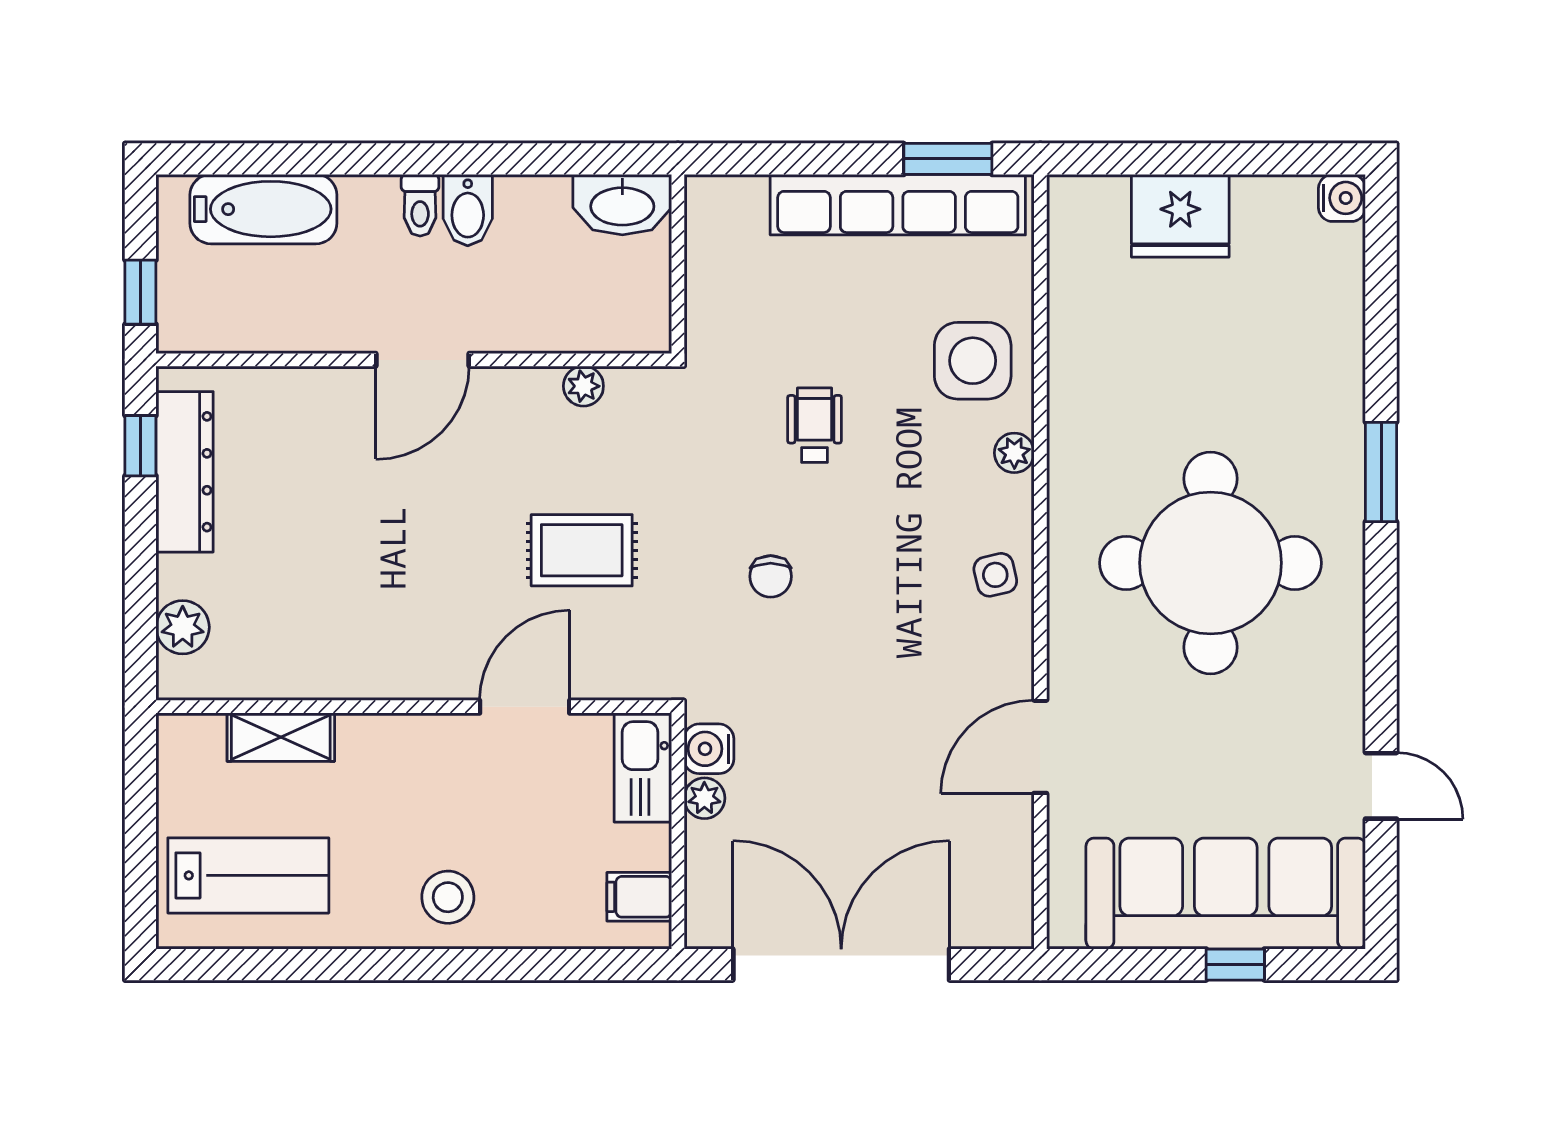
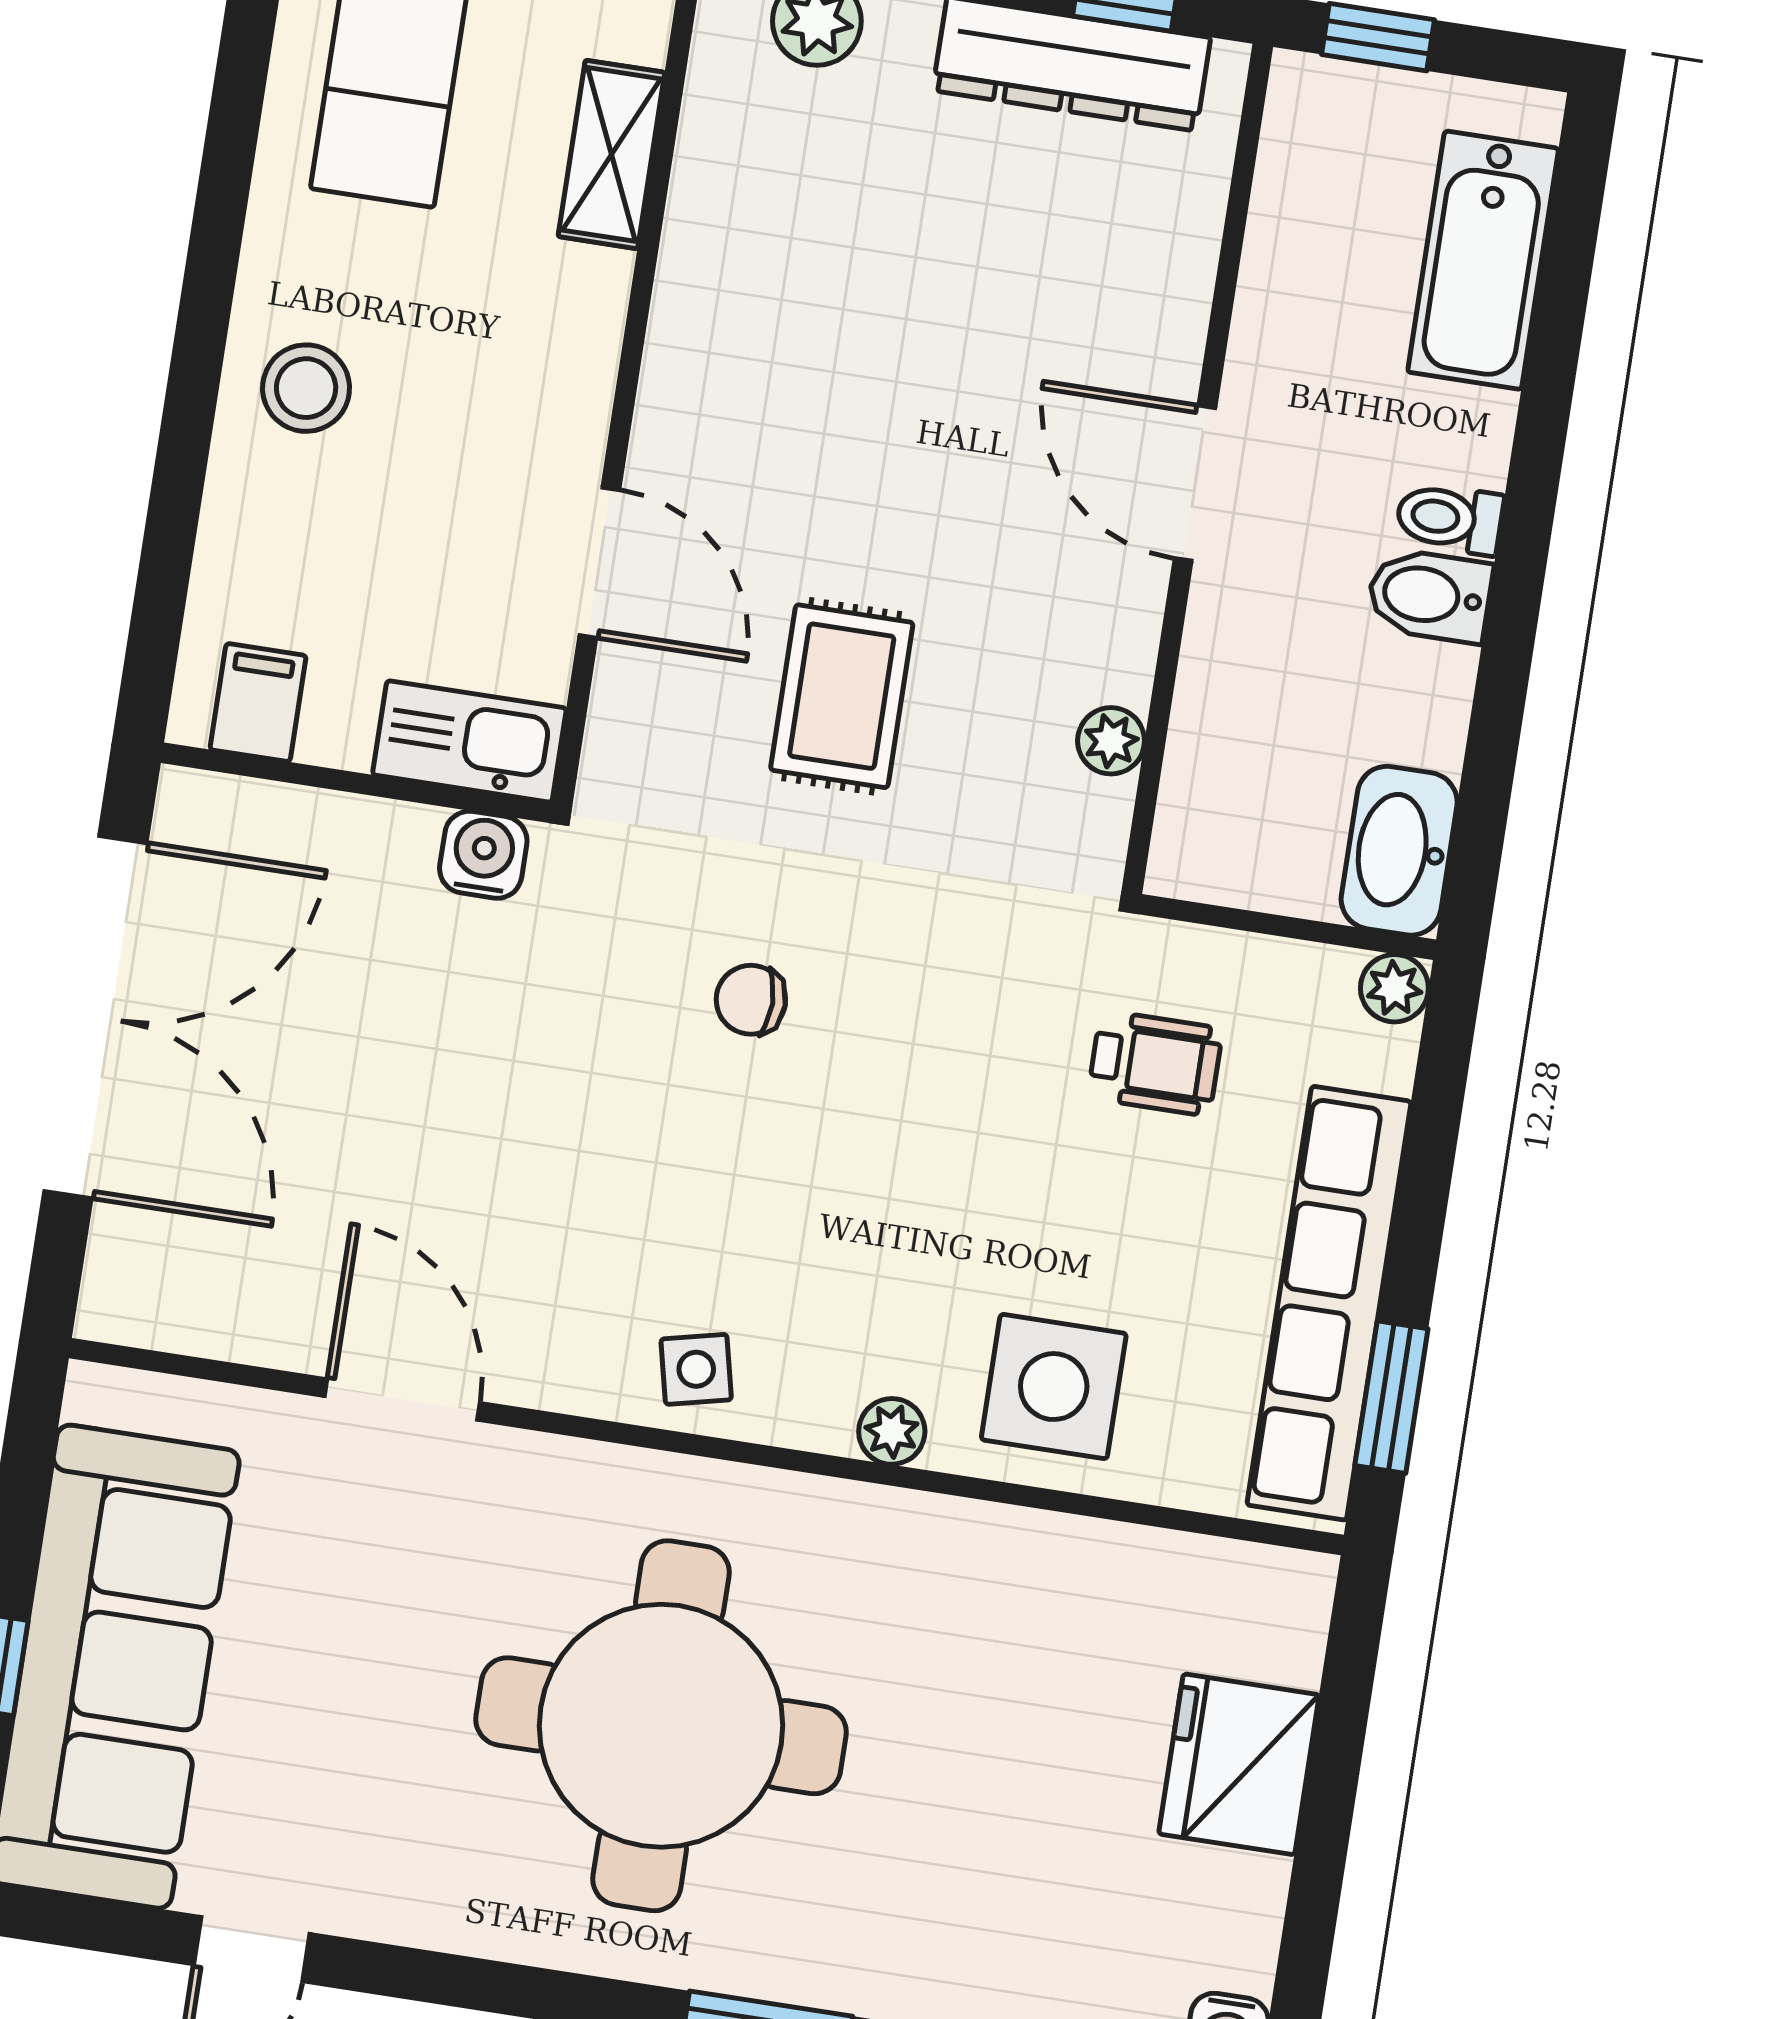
wheelchair: (815, 425) -> (1155, 1063), moved
plant: (704, 798) -> (1394, 988), moved

